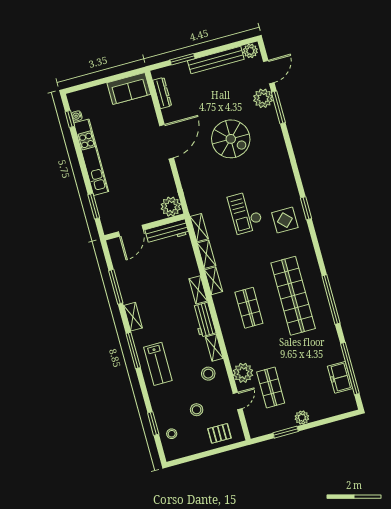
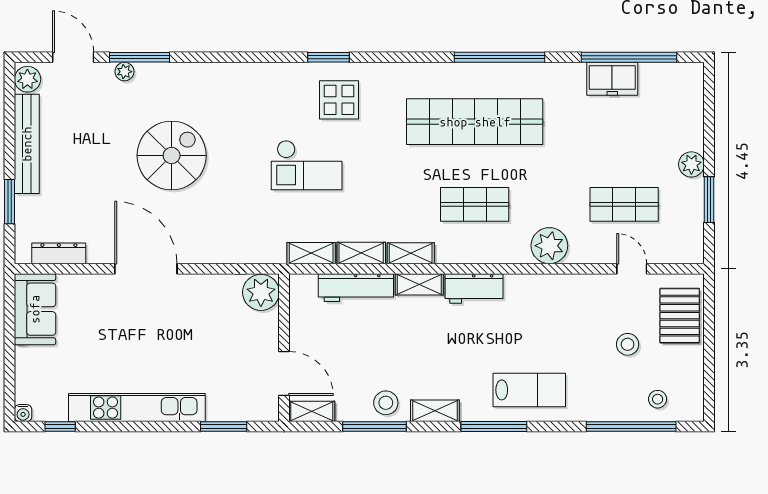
plant: (263, 98) -> (124, 72), width x0.53, depth x0.53
water cooler: (77, 116) -> (23, 413), moved
workbench: (167, 232) -> (356, 288), moved, turned 90
shelving: (214, 348) -> (312, 411), moved
plant: (243, 373) -> (549, 246), moved
stool: (208, 374) -> (386, 403), moved
freezer: (340, 377) -> (612, 79), moved
window: (153, 424) -> (631, 427), width x2.11
pallet: (219, 433) -> (680, 316), width x1.50, depth x1.42

